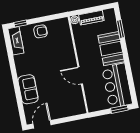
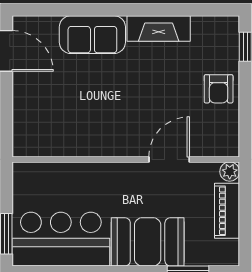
fireplace: (16, 41) -> (159, 29), moved
door: (80, 75) -> (169, 159), moved

